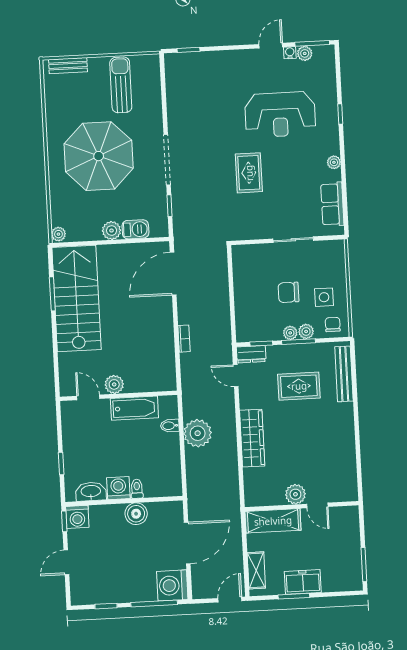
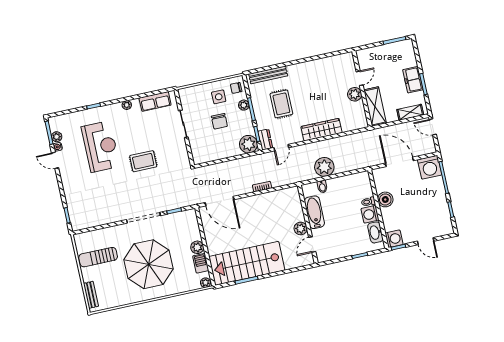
barbecue: (135, 229) -> (201, 263), moved
plant: (290, 333) -> (248, 144), moved, width x1.88, depth x1.88

